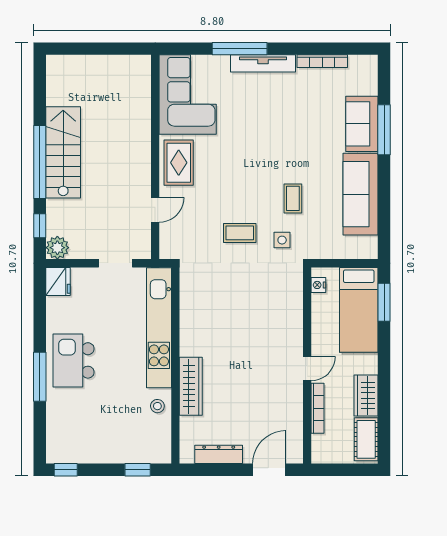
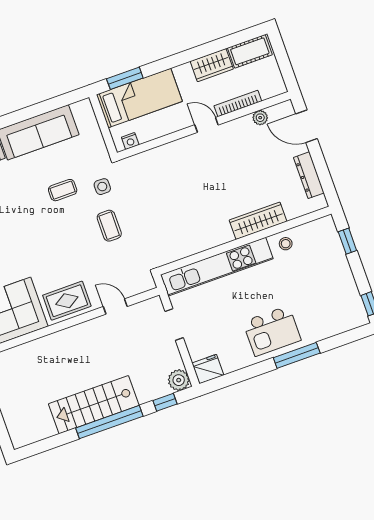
plant: (295, 426) -> (260, 118), added

